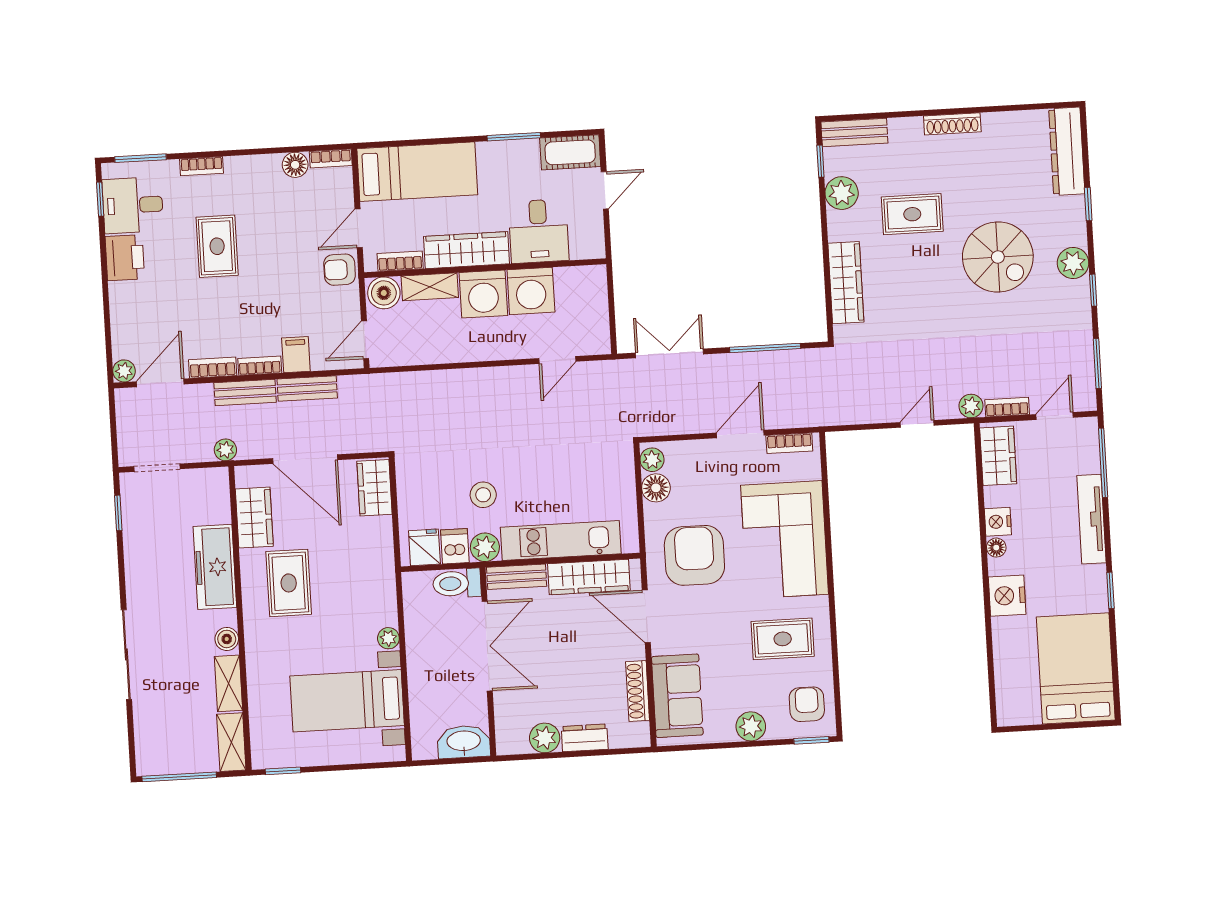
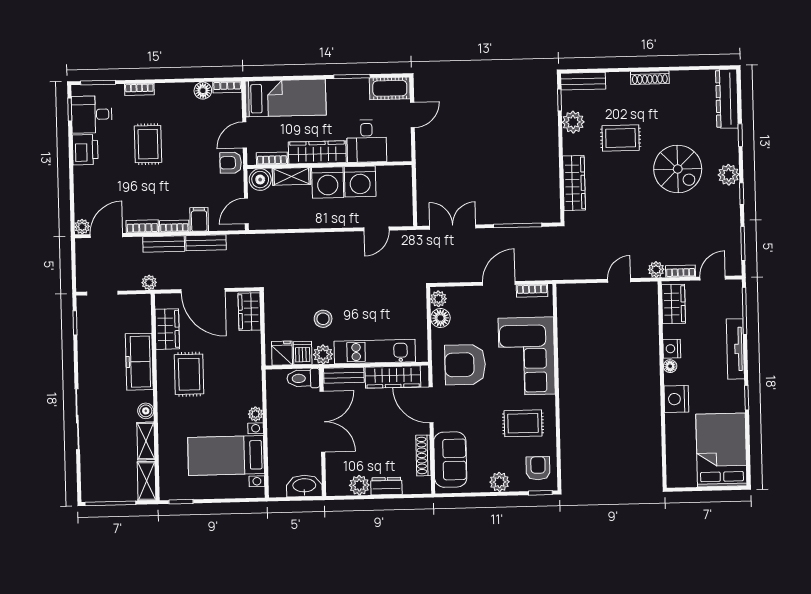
armchair: (694, 555) -> (465, 365), turned -90

